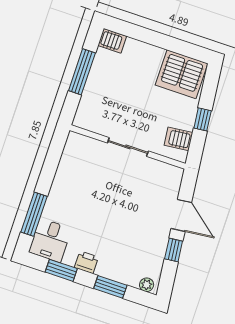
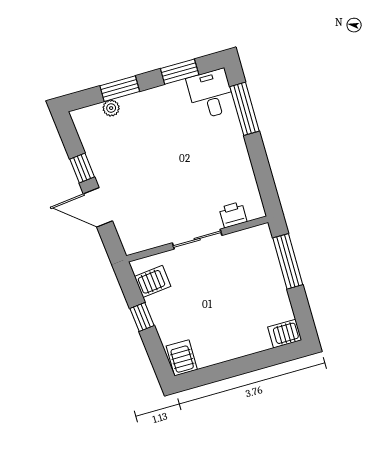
window: (82, 72) -> (288, 261), moved
server rack: (182, 74) -> (182, 358), width x0.46, depth x0.70
printer: (86, 262) -> (233, 215), moved, turned 180
plant: (147, 285) -> (111, 108), moved

